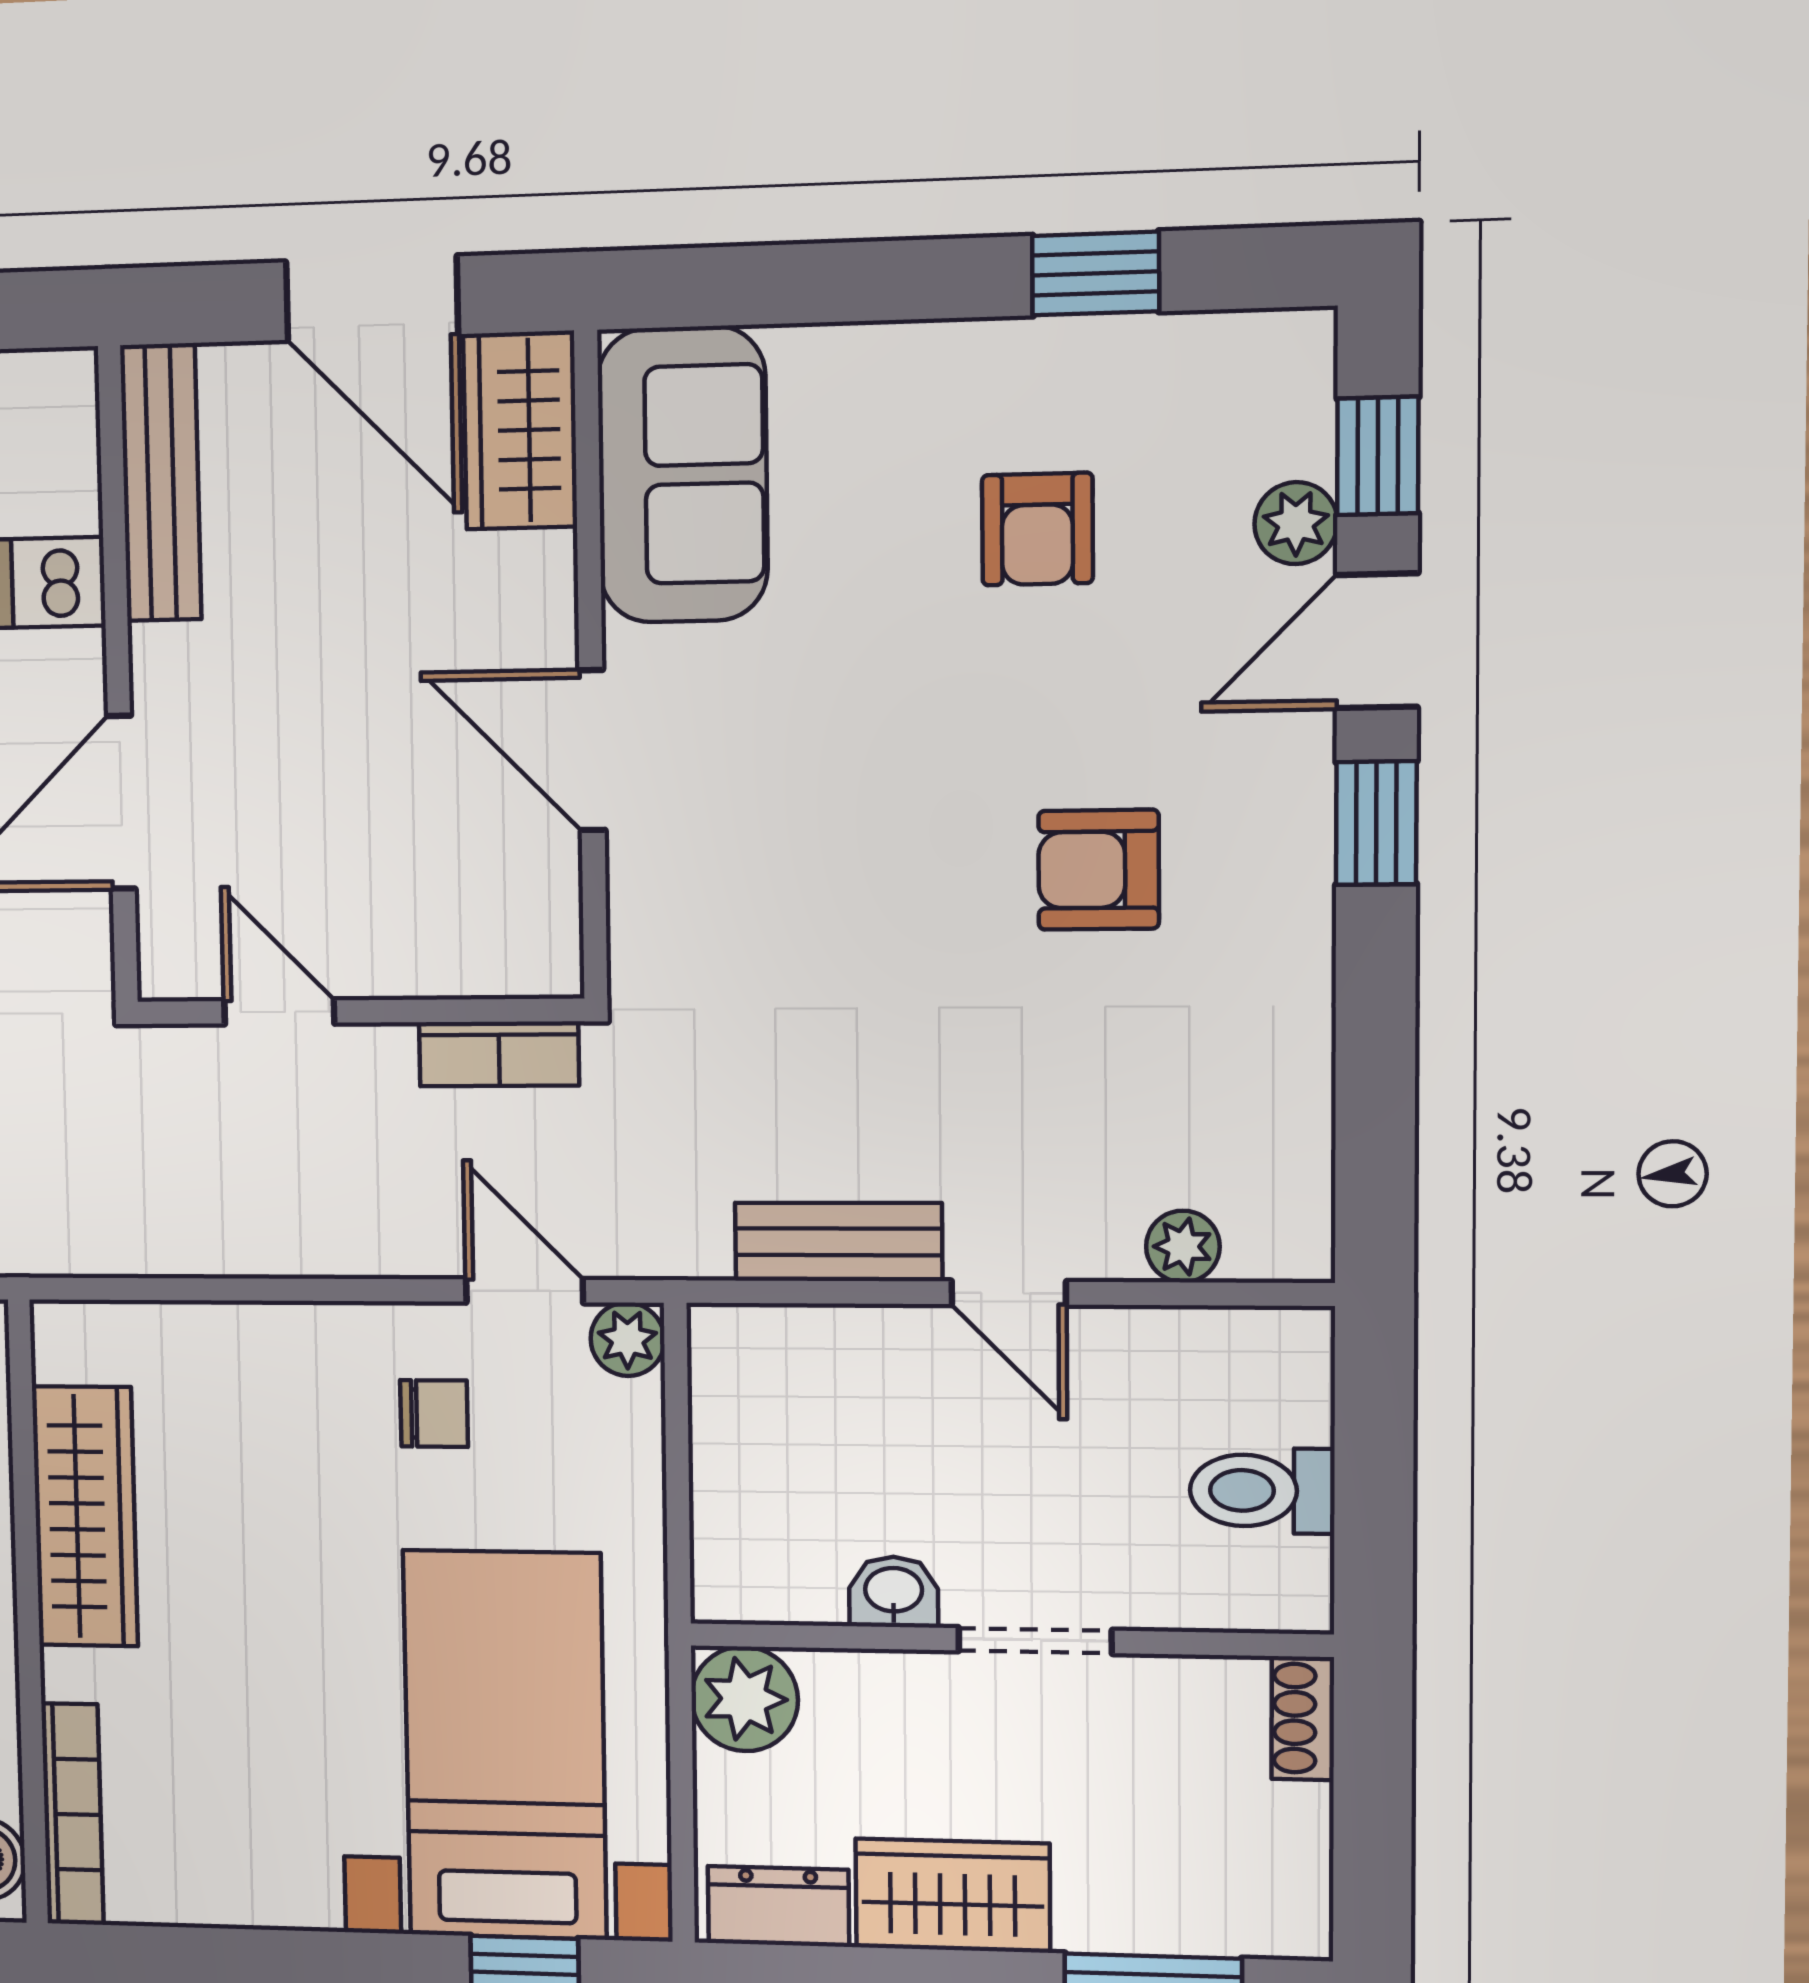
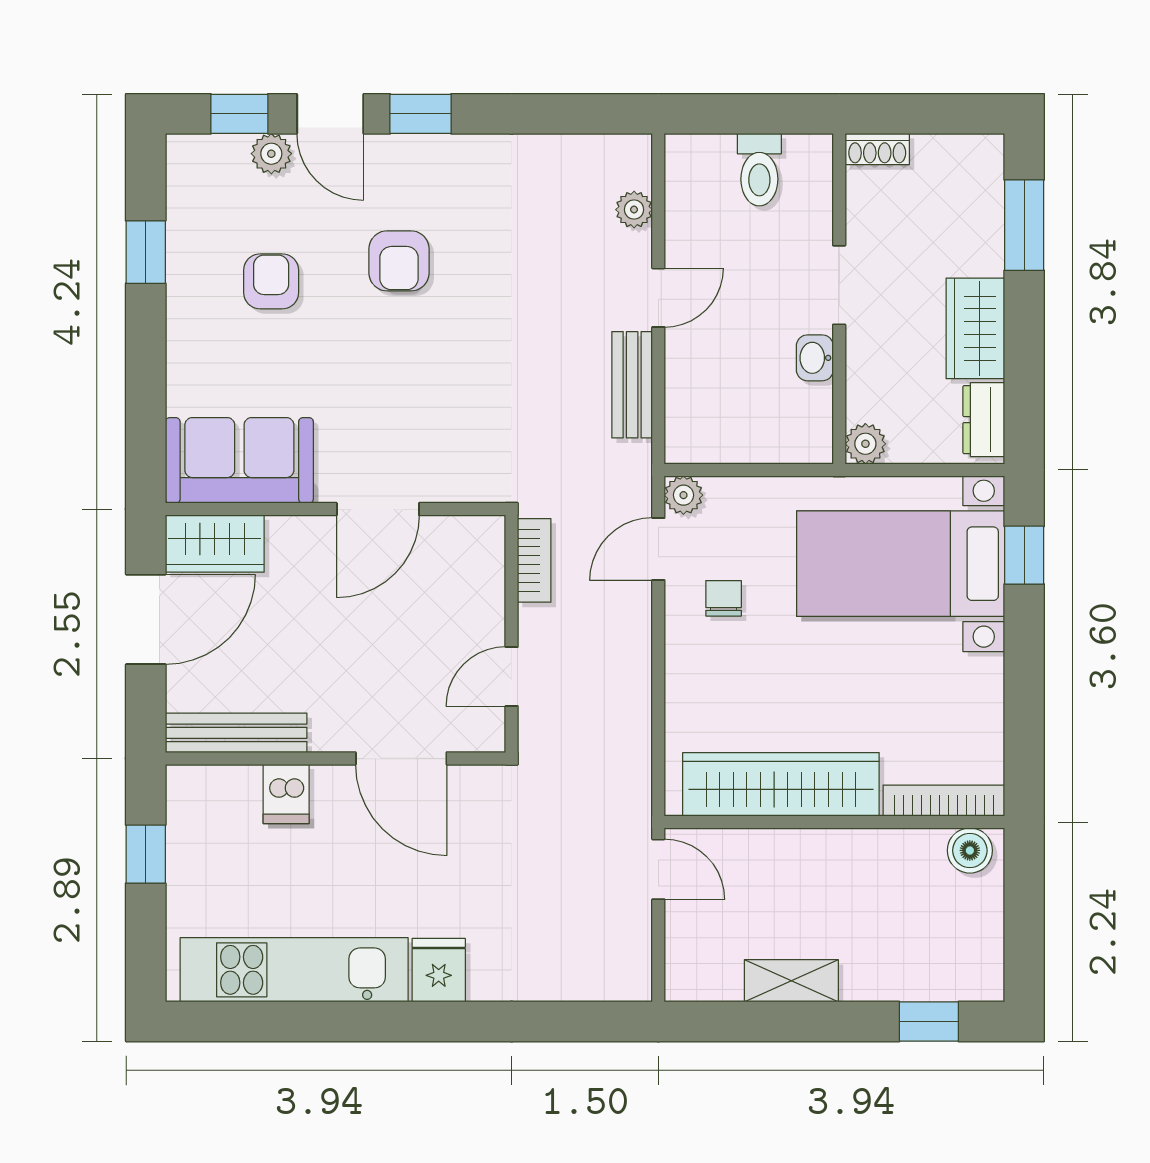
armchair: (1037, 529) -> (271, 281), turned -90
armchair: (1099, 870) -> (399, 261), moved
wardrobe: (85, 1516) -> (781, 784), width x1.40, depth x1.17
plant: (745, 1699) -> (865, 444), width x0.73, depth x0.73

